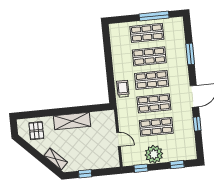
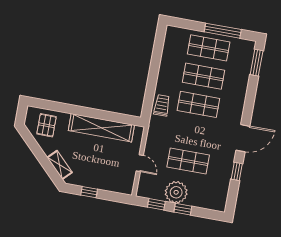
window: (190, 54) -> (257, 63), moved
shop shelf: (154, 103) -> (193, 133), removed
shelving: (72, 121) -> (101, 128), width x1.47
window: (177, 165) -> (183, 209), moved

